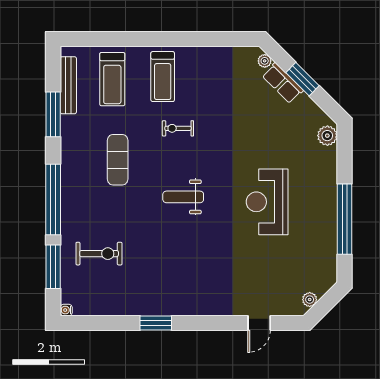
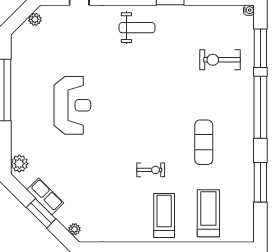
row of seats: (283, 83) -> (45, 196), moved
bench: (68, 85) -> (247, 208), removed
weight bench: (183, 197) -> (137, 28), moved

